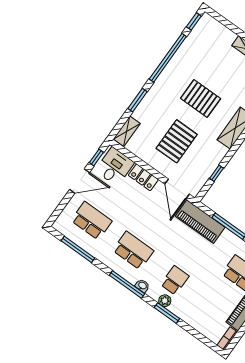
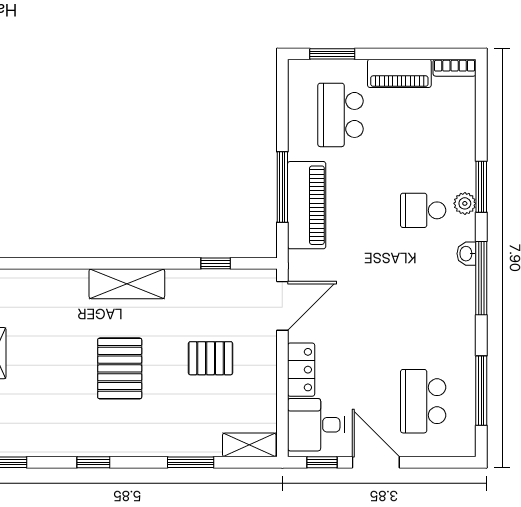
window: (168, 58) -> (93, 462), width x0.32
pallet: (177, 141) -> (211, 358), width x0.67, depth x0.71
piano: (200, 222) -> (307, 205), moved
school desk: (133, 250) -> (423, 306), removed

